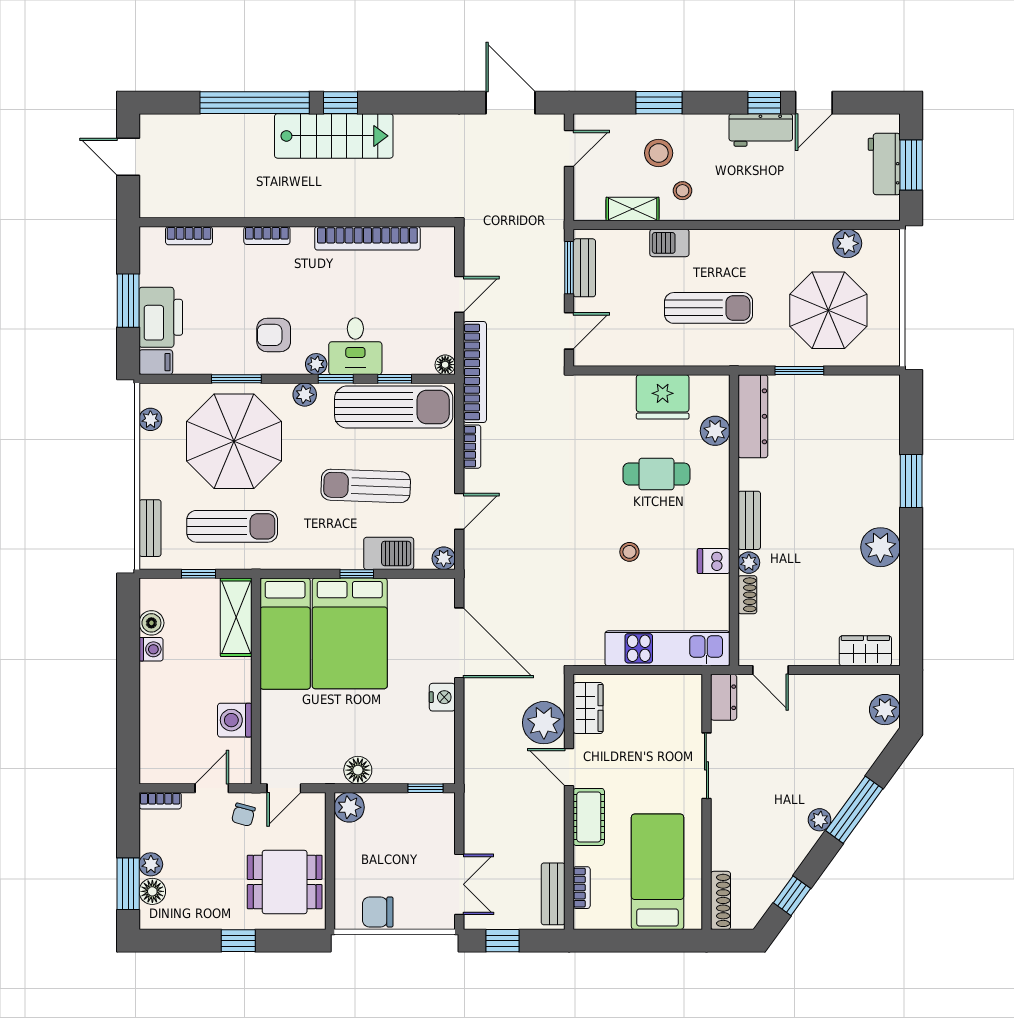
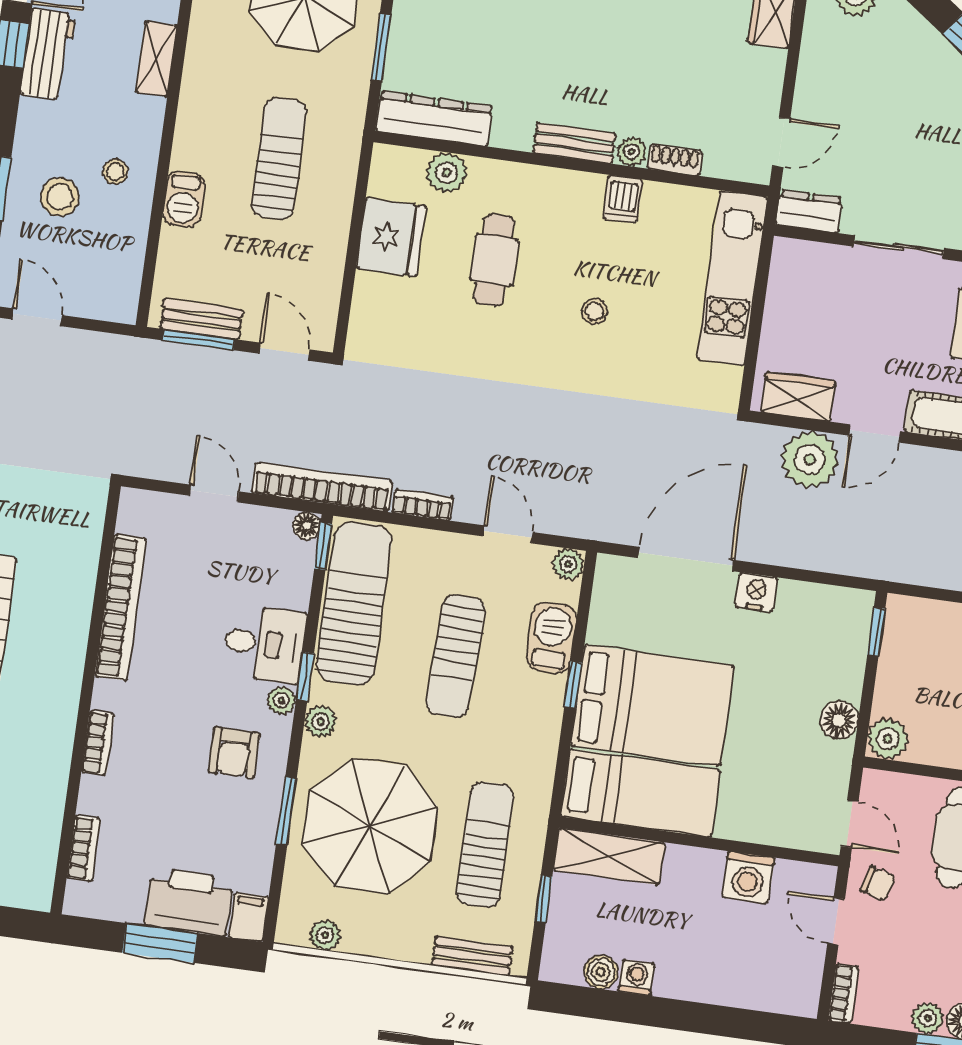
shelving: (633, 209) -> (156, 59), moved
window: (395, 379) -> (323, 546), moved

